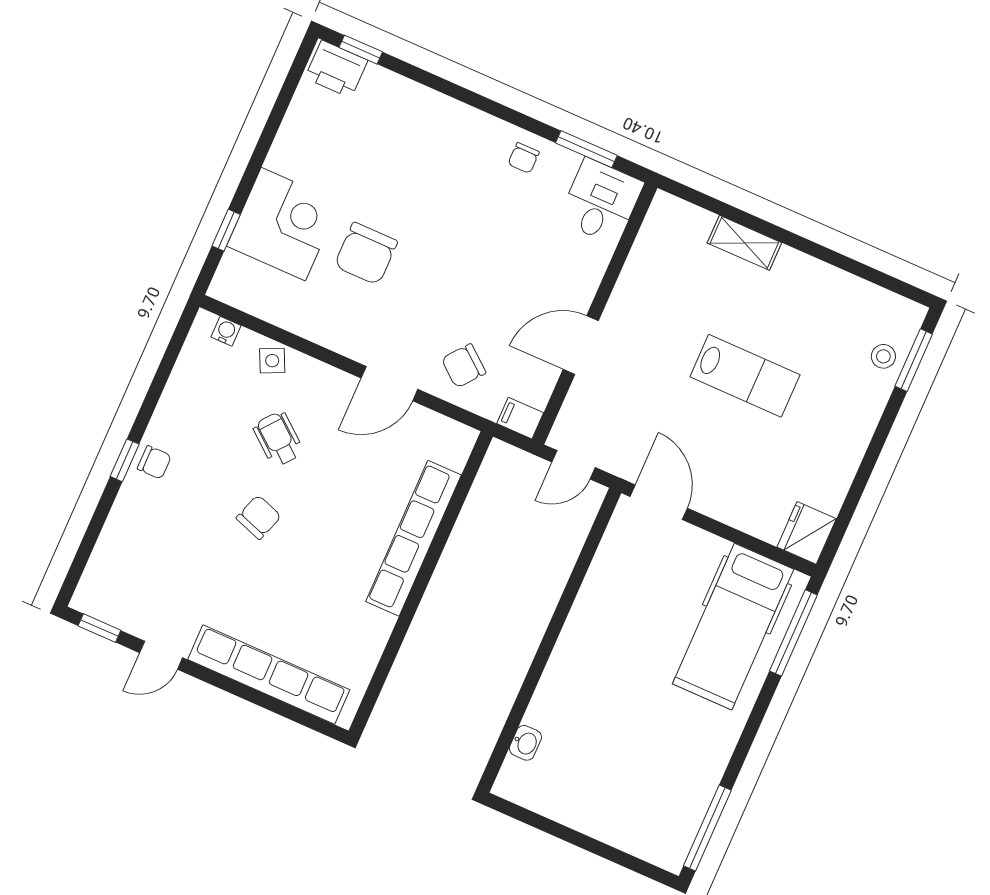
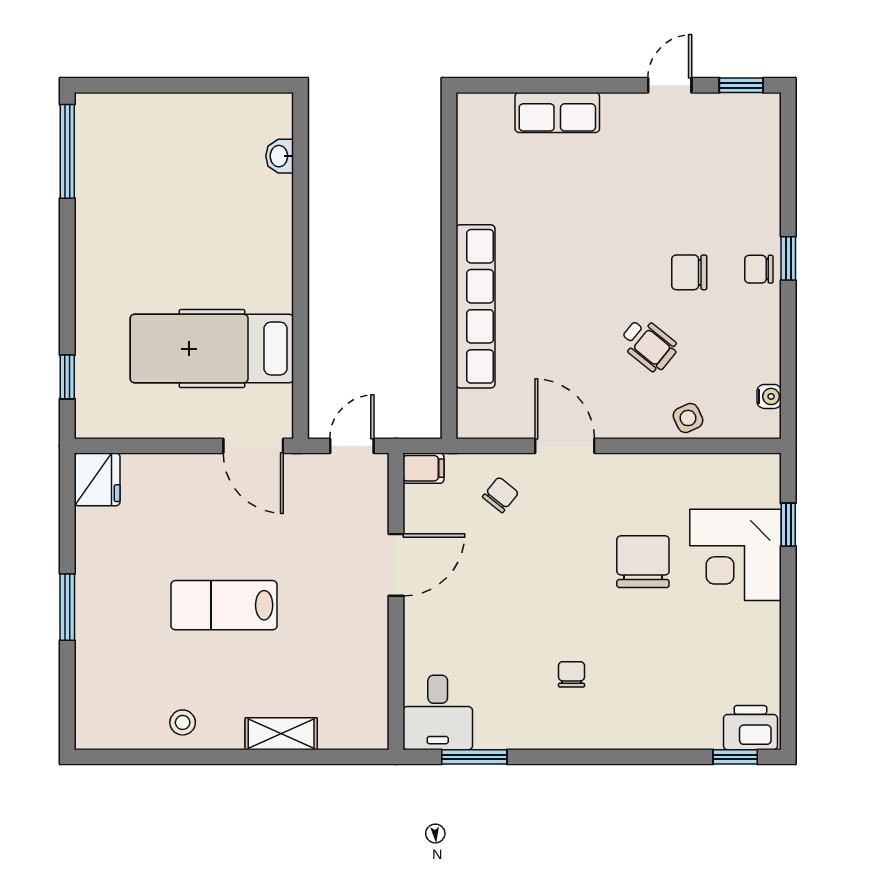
chair: (524, 158) -> (572, 674), moved
water cooler: (226, 331) -> (769, 396), moved, turned -90
stool: (883, 356) -> (183, 722), moved
window: (914, 360) -> (67, 607), moved
chair: (464, 366) -> (500, 495), width x0.73, depth x0.73
door: (389, 384) -> (565, 446), hinge flipped
chair: (259, 517) -> (689, 272), moved, turned 71
hospital bed: (733, 627) -> (212, 349), moved, turned -90
window: (793, 633) -> (67, 377), width x0.46
row of seats: (269, 675) -> (557, 113), width x0.50

